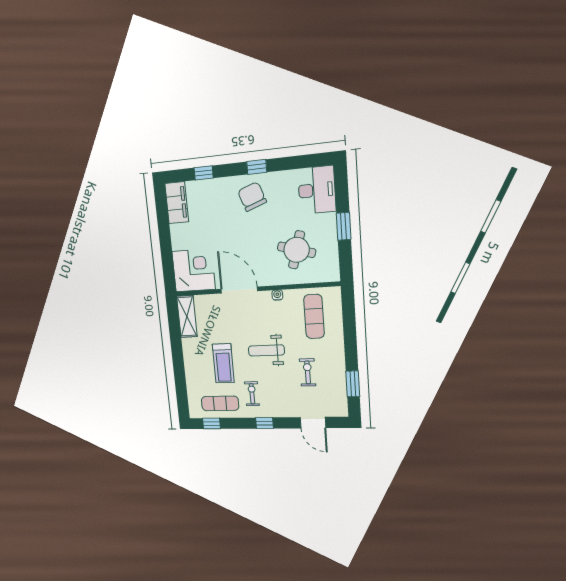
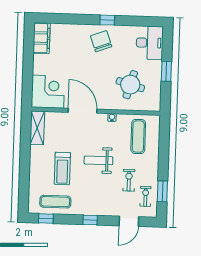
window: (204, 173) -> (66, 19), removed
exercise bike: (252, 394) -> (145, 196), moved
door: (313, 423) -> (129, 221), hinge flipped

